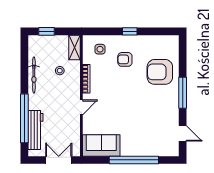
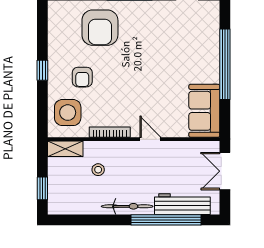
side table: (100, 49) -> (68, 113), width x1.87, depth x1.87
bicycle: (34, 75) -> (127, 206), moved

